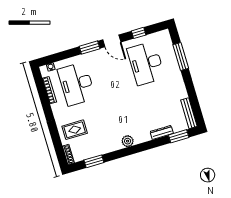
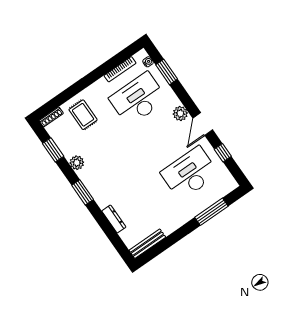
window: (90, 48) -> (167, 72), moved
plant: (98, 55) -> (180, 113), added
window: (179, 136) -> (83, 192), moved
plant: (128, 141) -> (77, 163), moved

